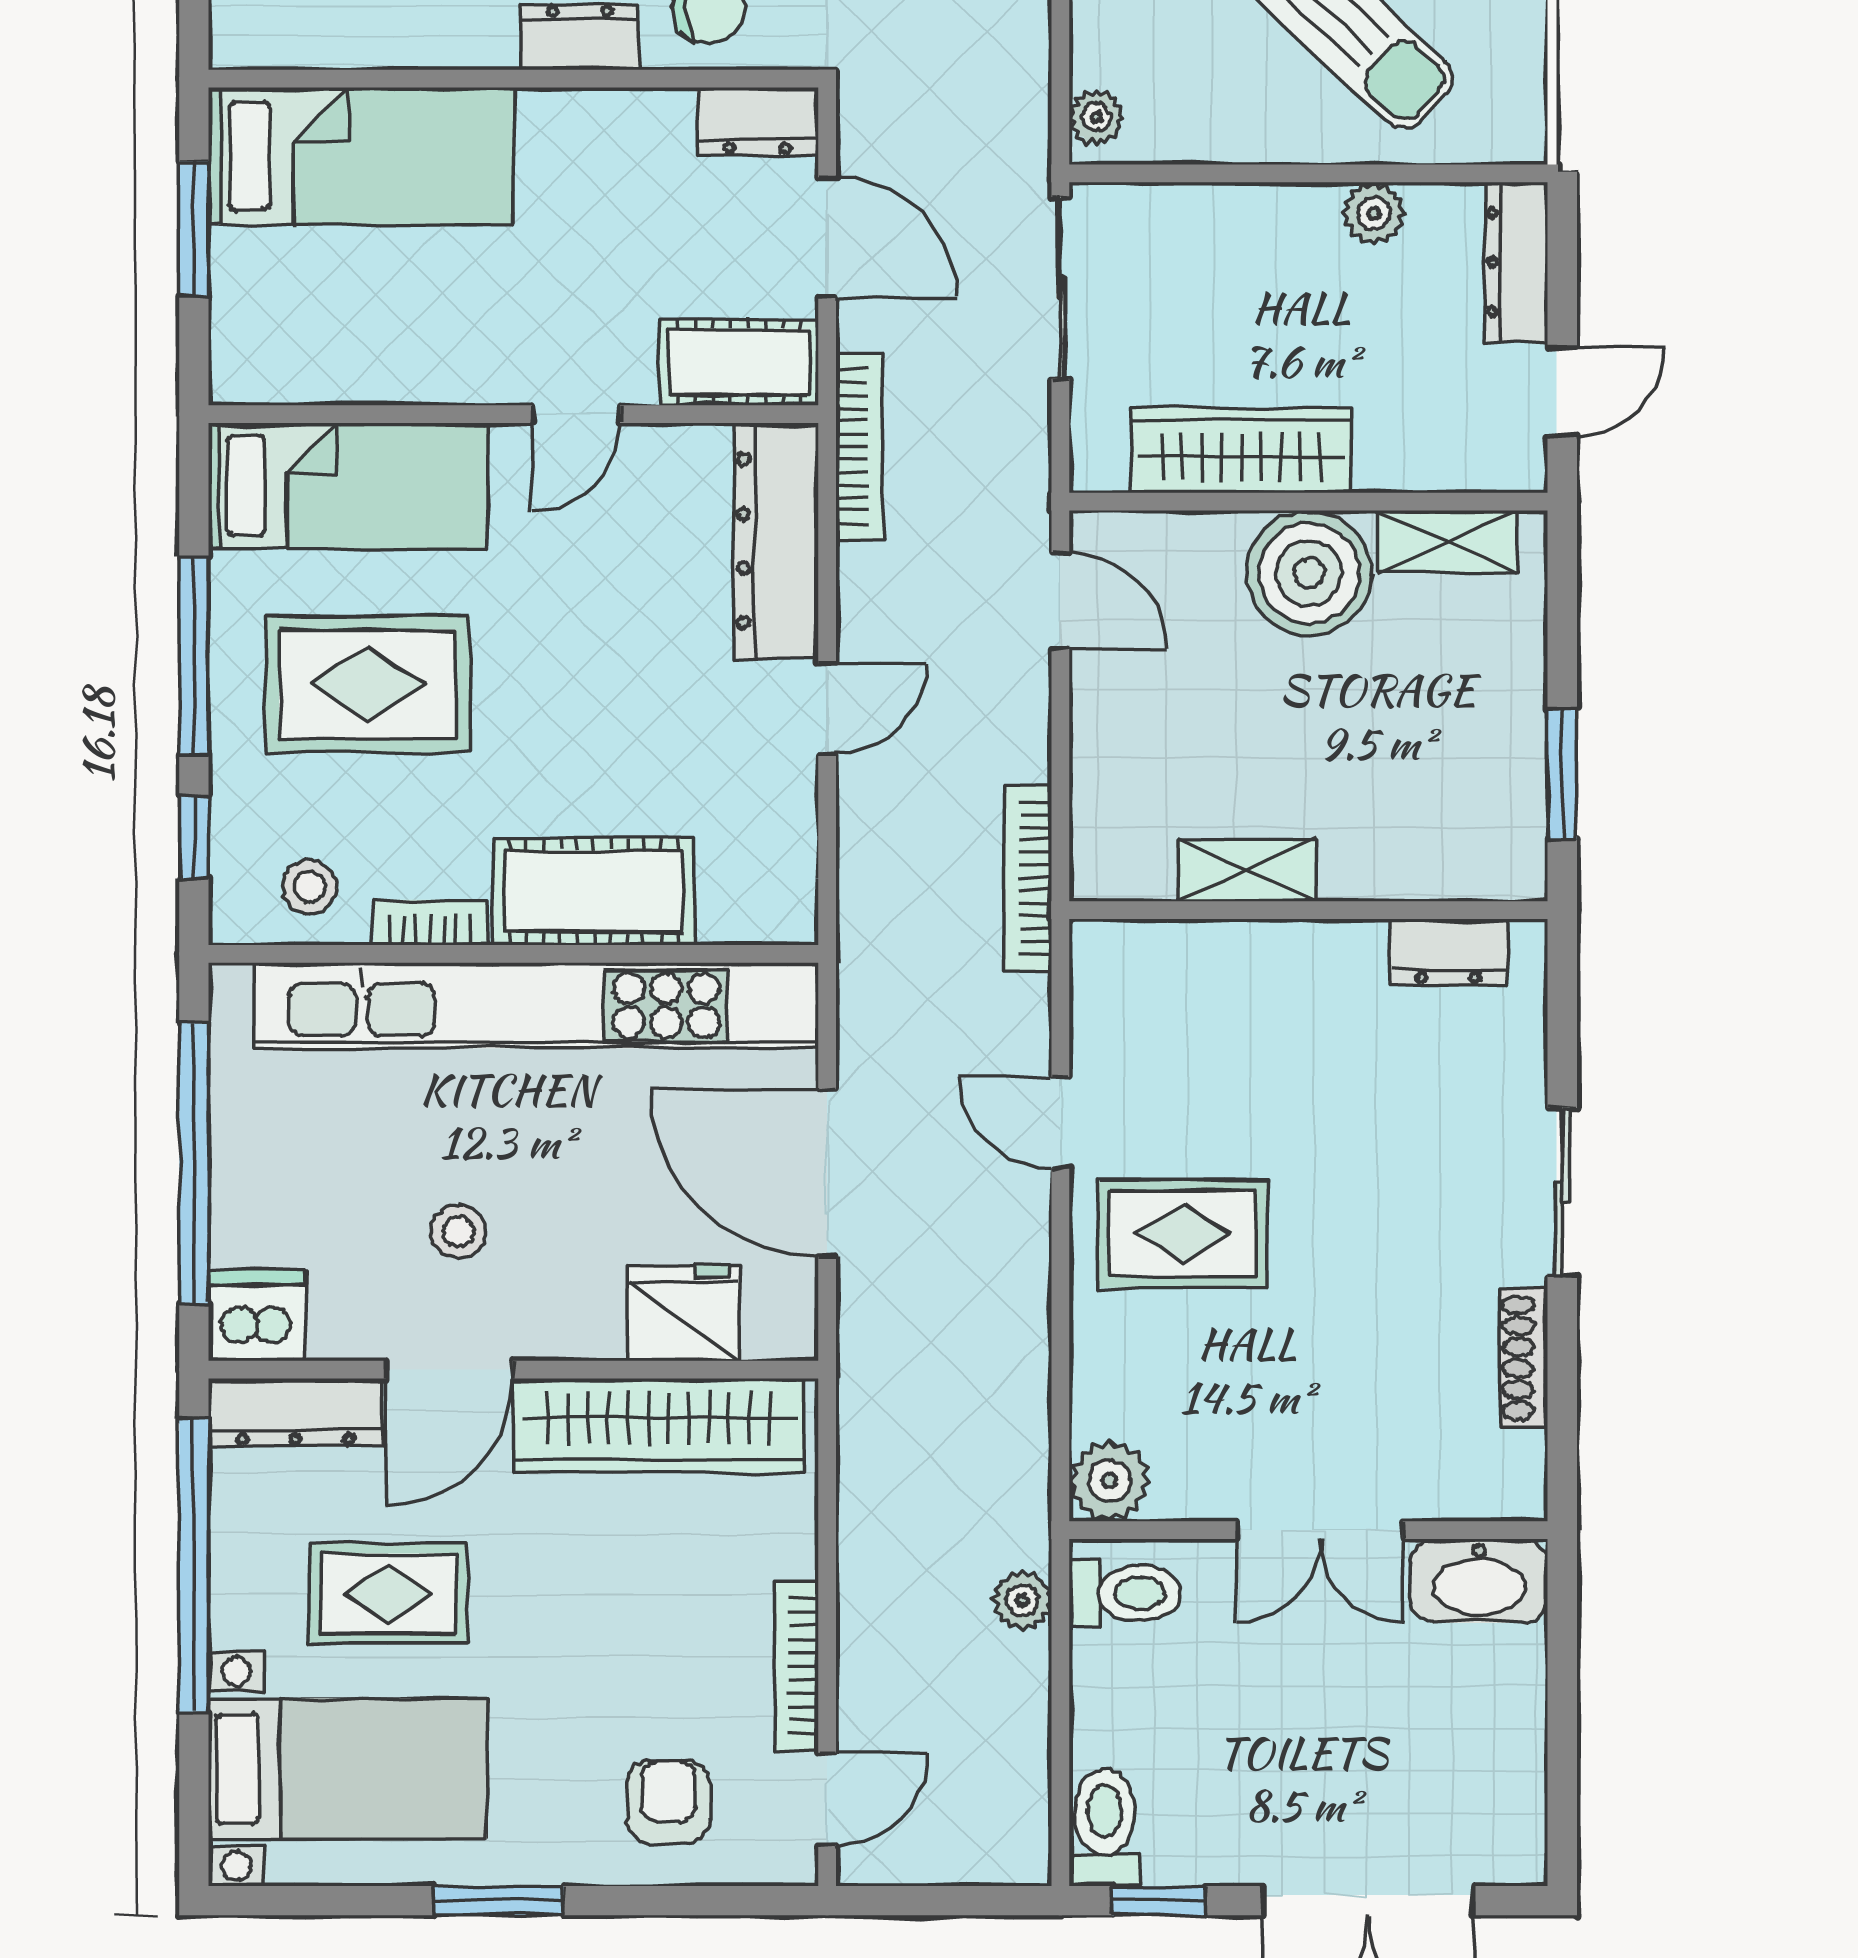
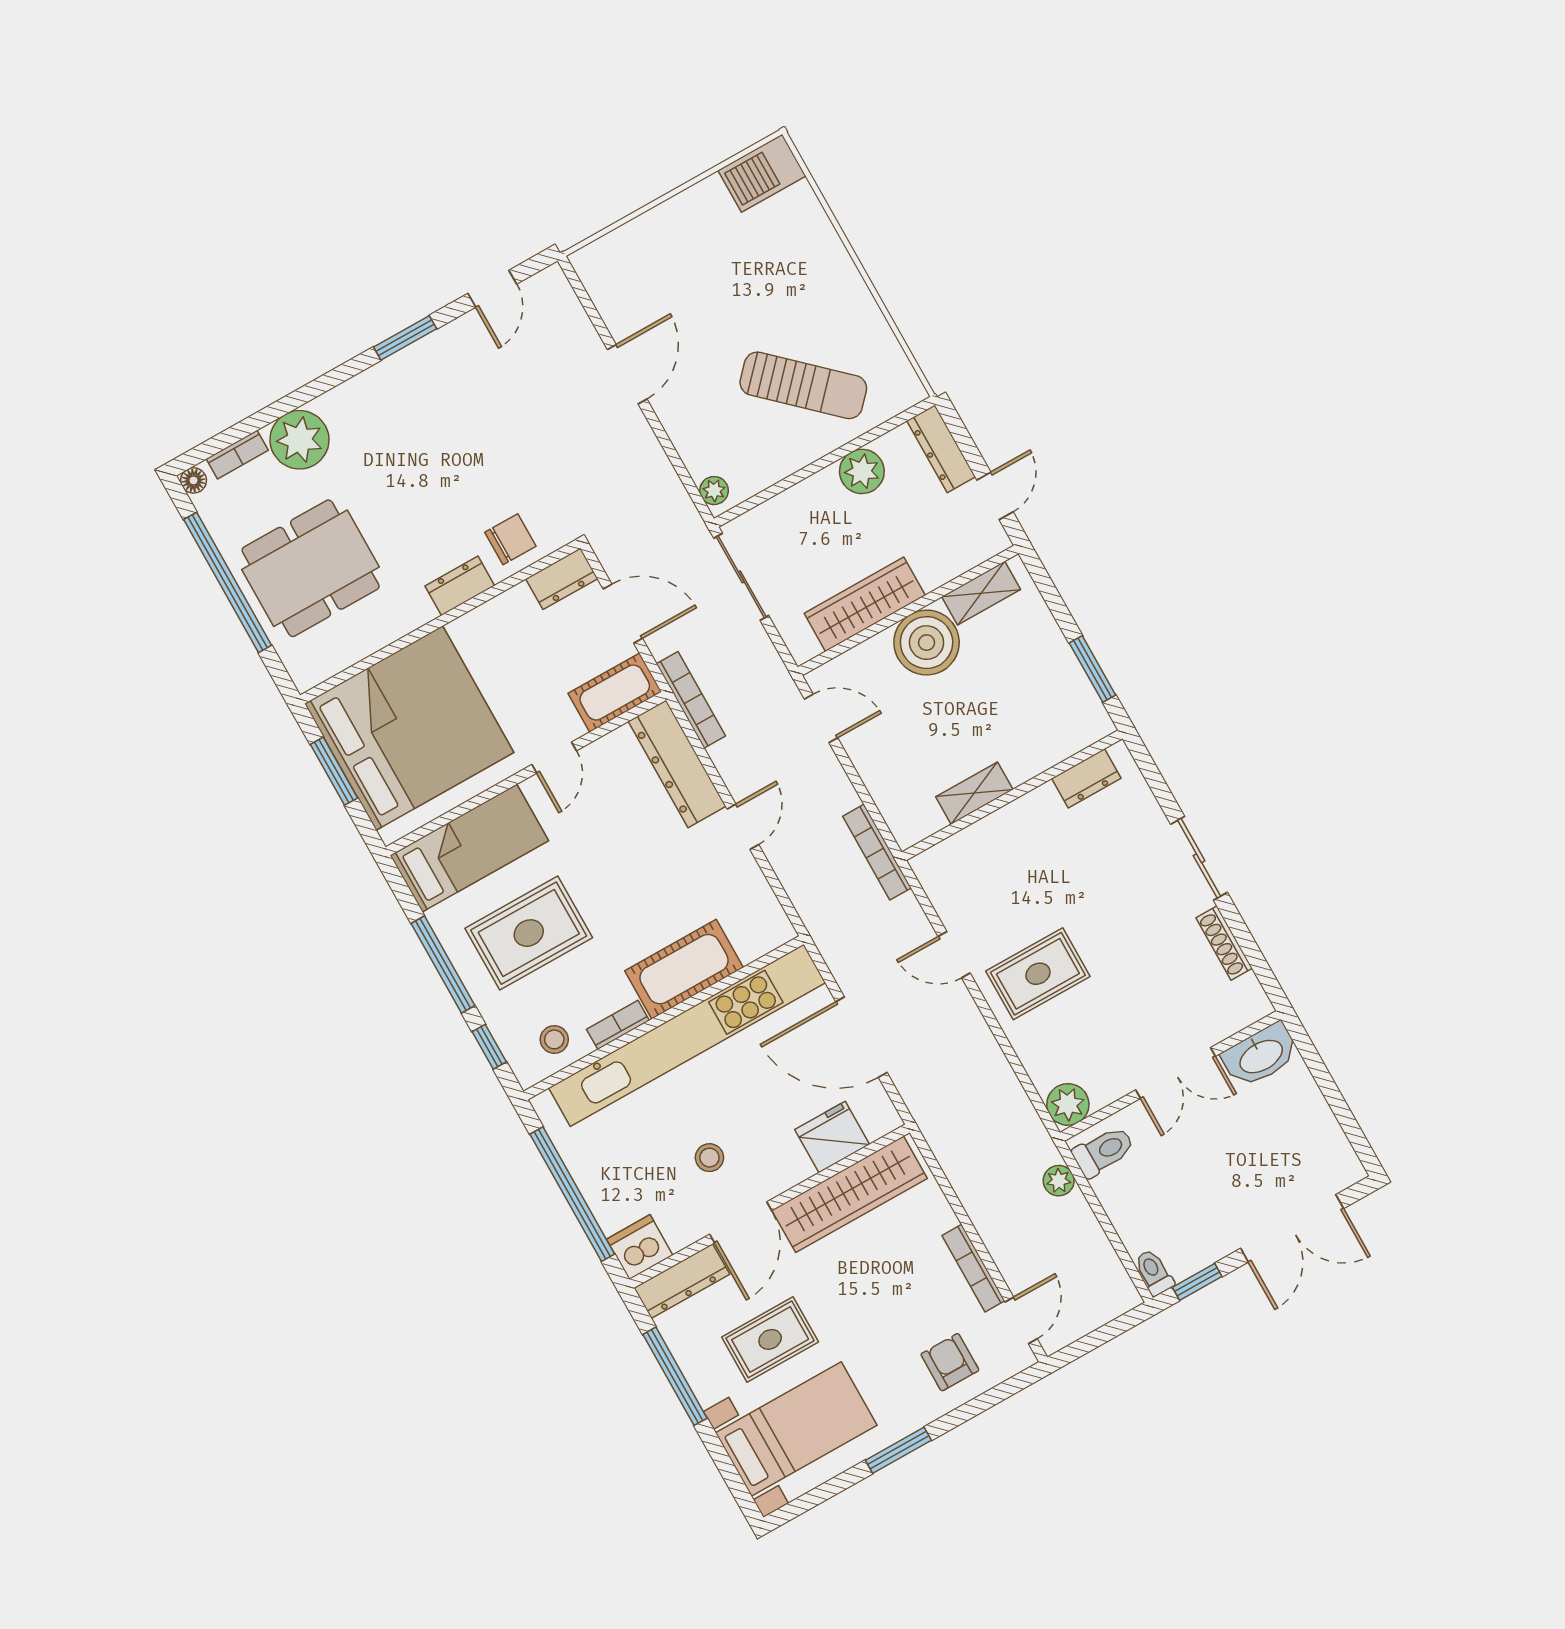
bed: (361, 156) -> (409, 728), width x2.04
plant: (1374, 213) -> (862, 471), width x1.38, depth x1.38
window: (194, 1566) -> (675, 1376), width x0.68
toilet: (1105, 1828) -> (1154, 1272), width x0.73, depth x0.72

